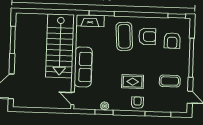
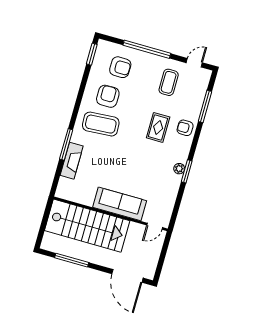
stairs: (60, 46) -> (87, 226), moved
wall: (74, 62) -> (111, 214), moved
sofa: (83, 67) -> (120, 204), moved
door: (73, 98) -> (155, 226), moved

